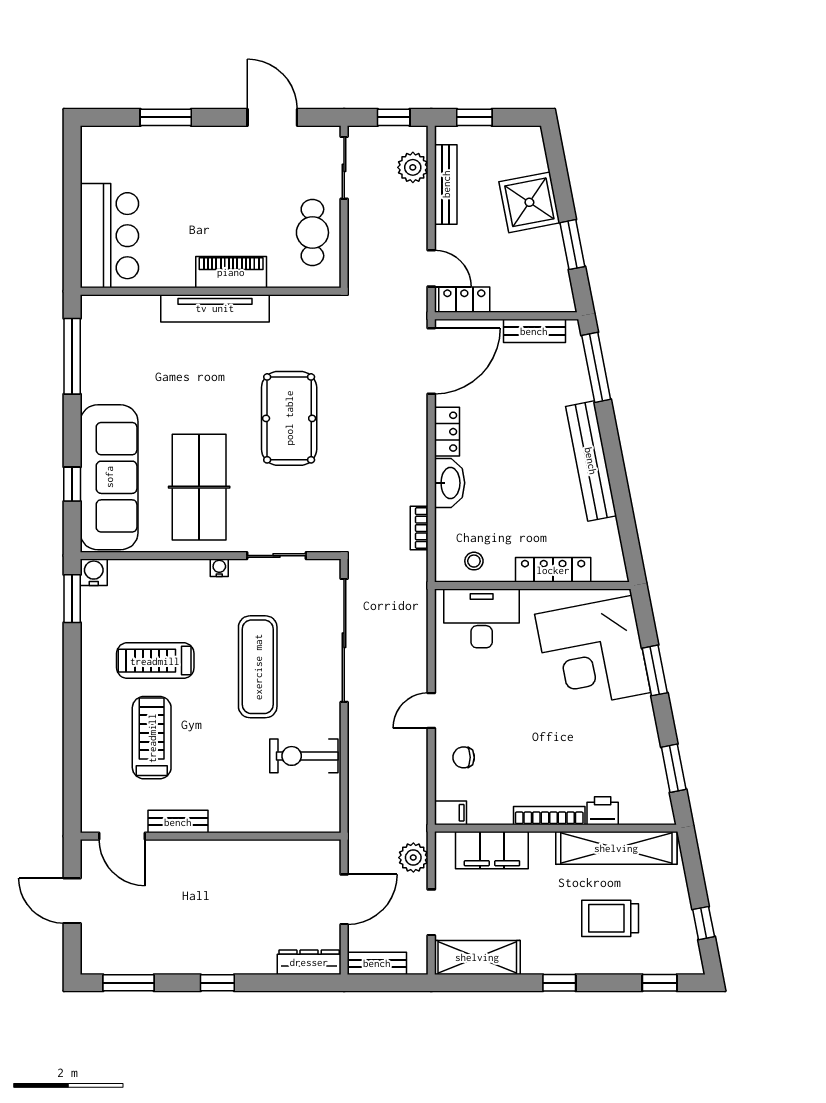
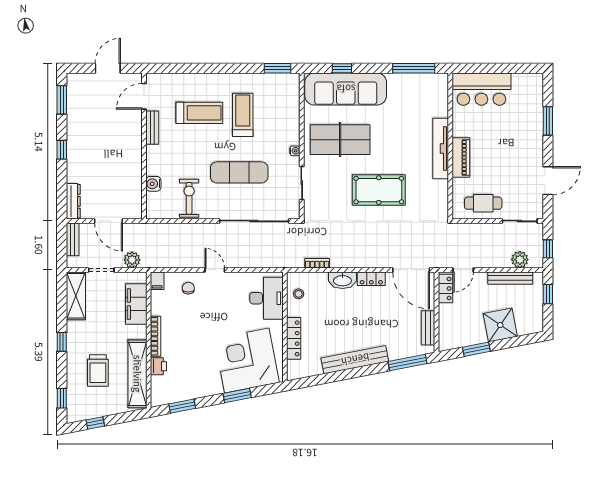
water cooler: (94, 572) -> (153, 184), moved, turned 180
trolley: (610, 918) -> (98, 370), turned 180

